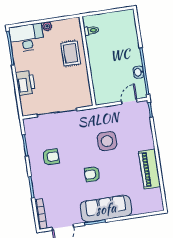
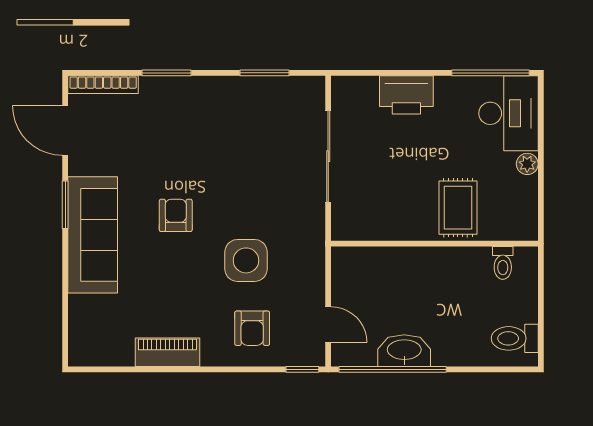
toilet: (123, 20) -> (515, 338), added
rug: (71, 53) -> (458, 208), turned 90
washbasin: (138, 72) -> (404, 351), width x1.91, depth x1.45
armchair: (51, 157) -> (252, 328), moved
piano: (150, 169) -> (168, 352), width x0.73, depth x0.75

